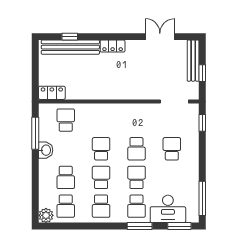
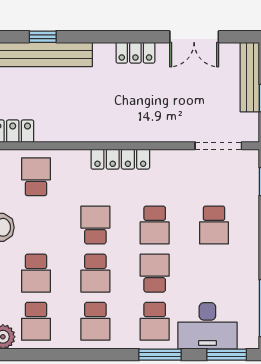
double door: (160, 37) -> (194, 37), swing flipped
locker: (113, 46) -> (135, 53), moved
locker: (116, 109) -> (120, 159), added
school desk: (172, 149) -> (214, 225), turned 180
school desk: (101, 177) -> (95, 273), turned 180

